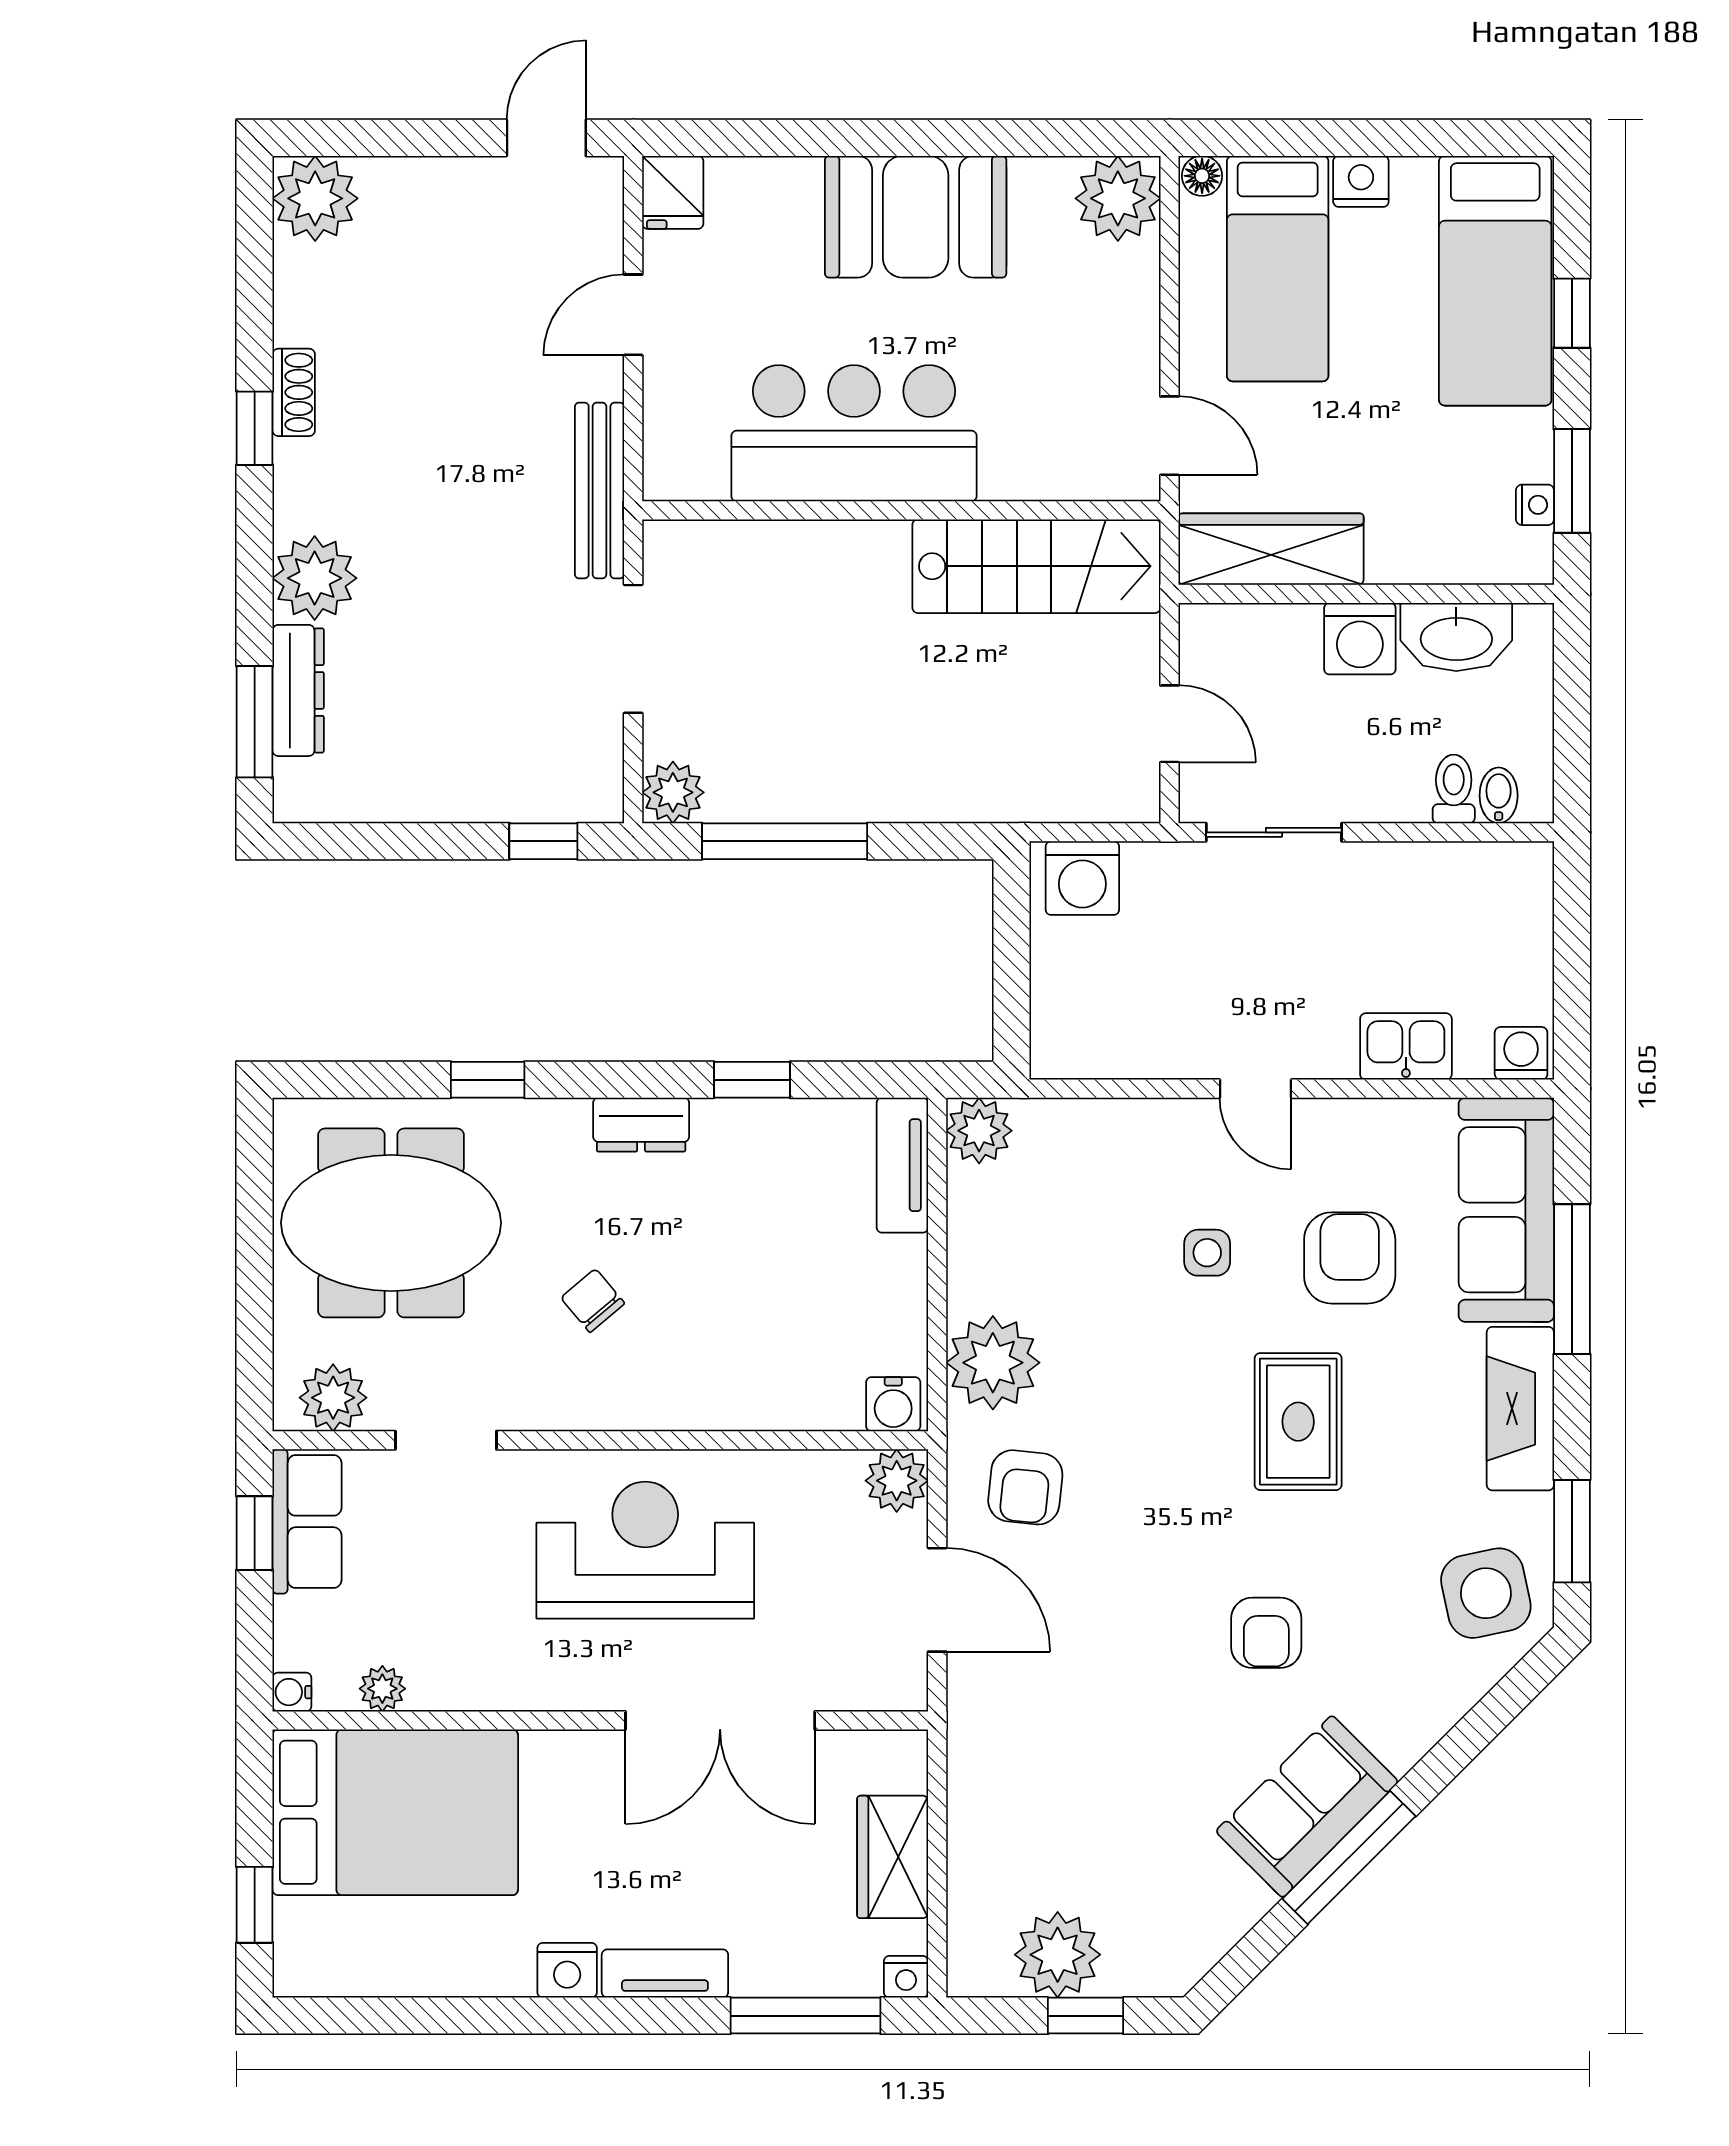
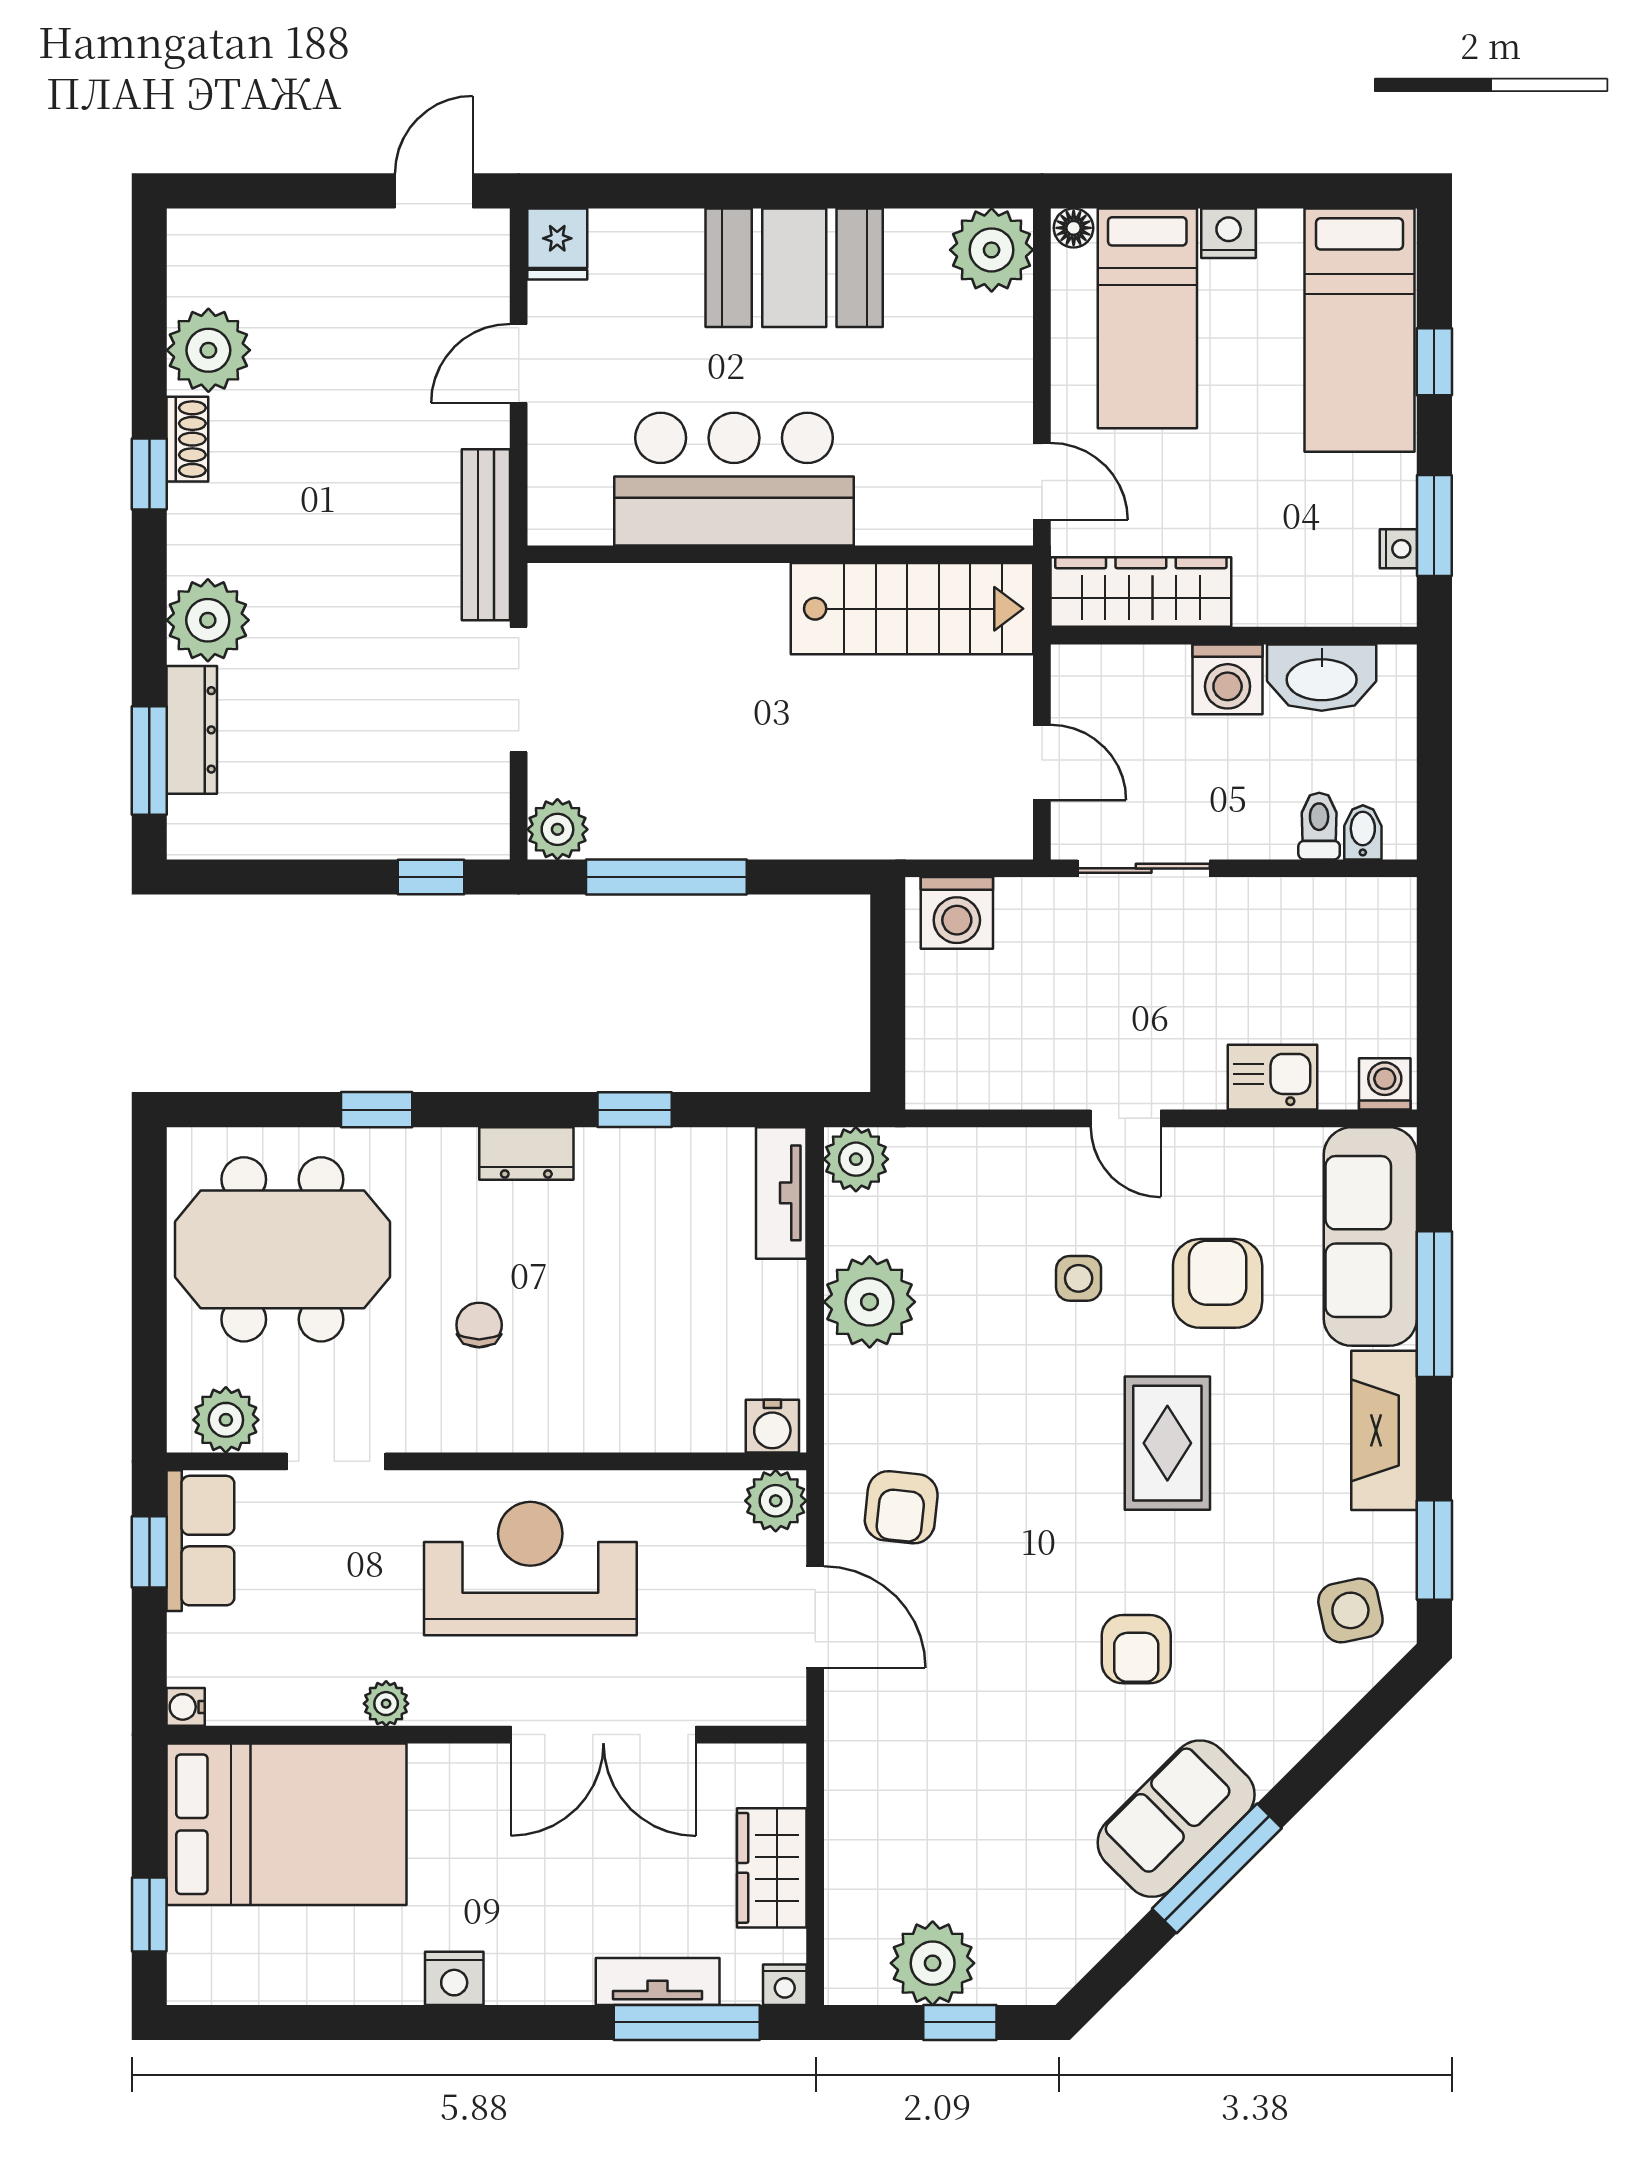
plant: (315, 198) -> (208, 350), moved
chair: (593, 1301) -> (479, 1325), turned 40
plant: (993, 1363) -> (870, 1302), moved
side table: (1486, 1593) -> (1350, 1610), width x0.73, depth x0.73
plant: (382, 1689) -> (386, 1704), moved
tv unit: (665, 1973) -> (658, 1981), moved

